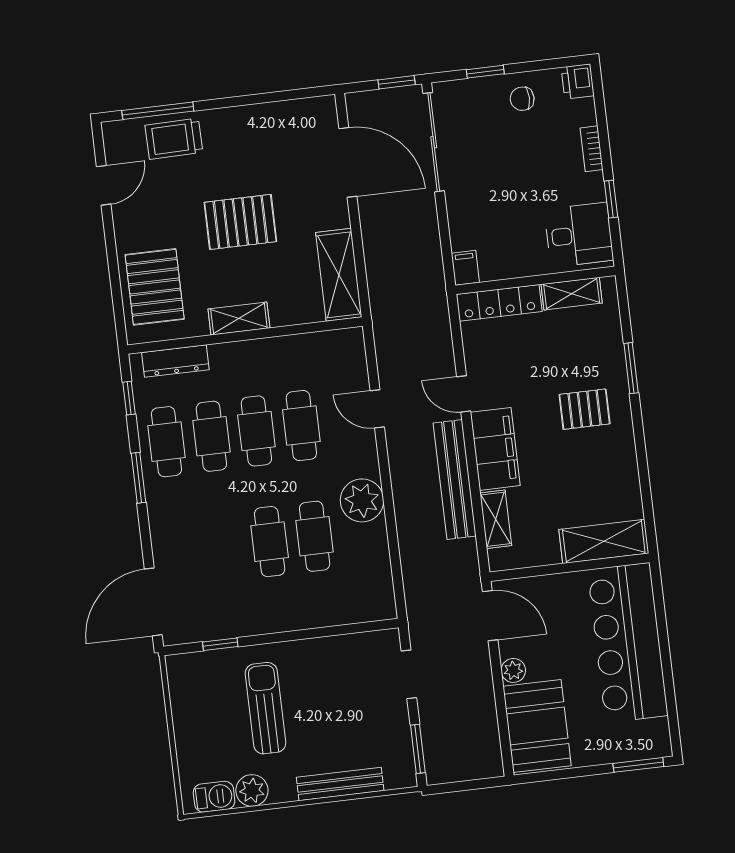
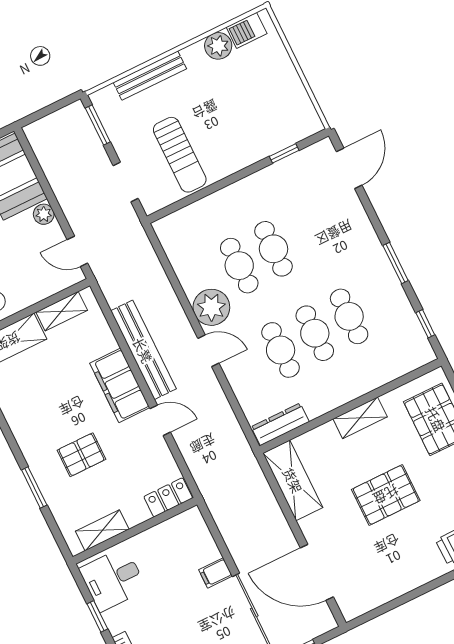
filing cabinet: (465, 268) -> (215, 573), moved, turned 90
locker: (499, 303) -> (168, 497), width x0.66
dresser: (175, 361) -> (280, 424), moved
door: (377, 409) -> (208, 351), moved
pallet: (585, 409) -> (81, 455), moved
cafe table: (166, 442) -> (383, 300), removed
shelving: (496, 519) -> (62, 311), moved, turned 90
door: (153, 602) -> (349, 168), width x0.73
door: (490, 616) -> (77, 251), width x0.73
sun lounger: (265, 708) -> (180, 155), moved

